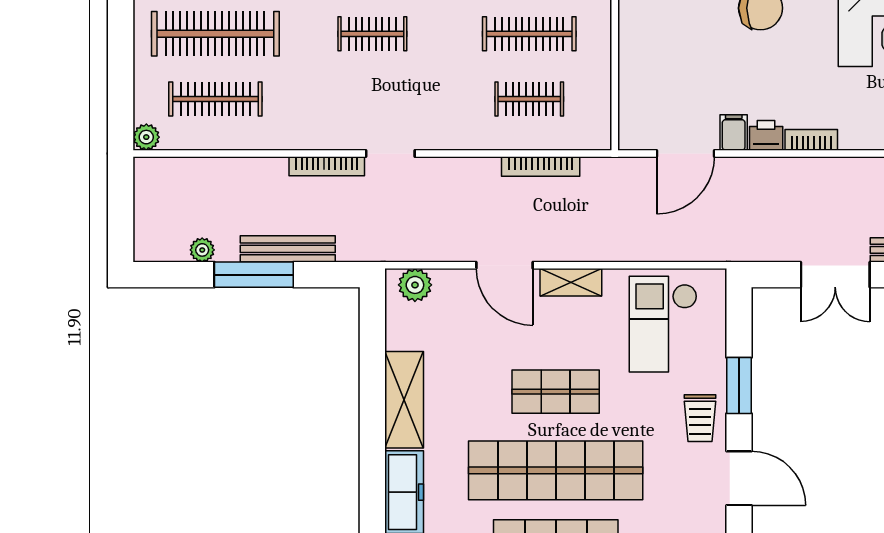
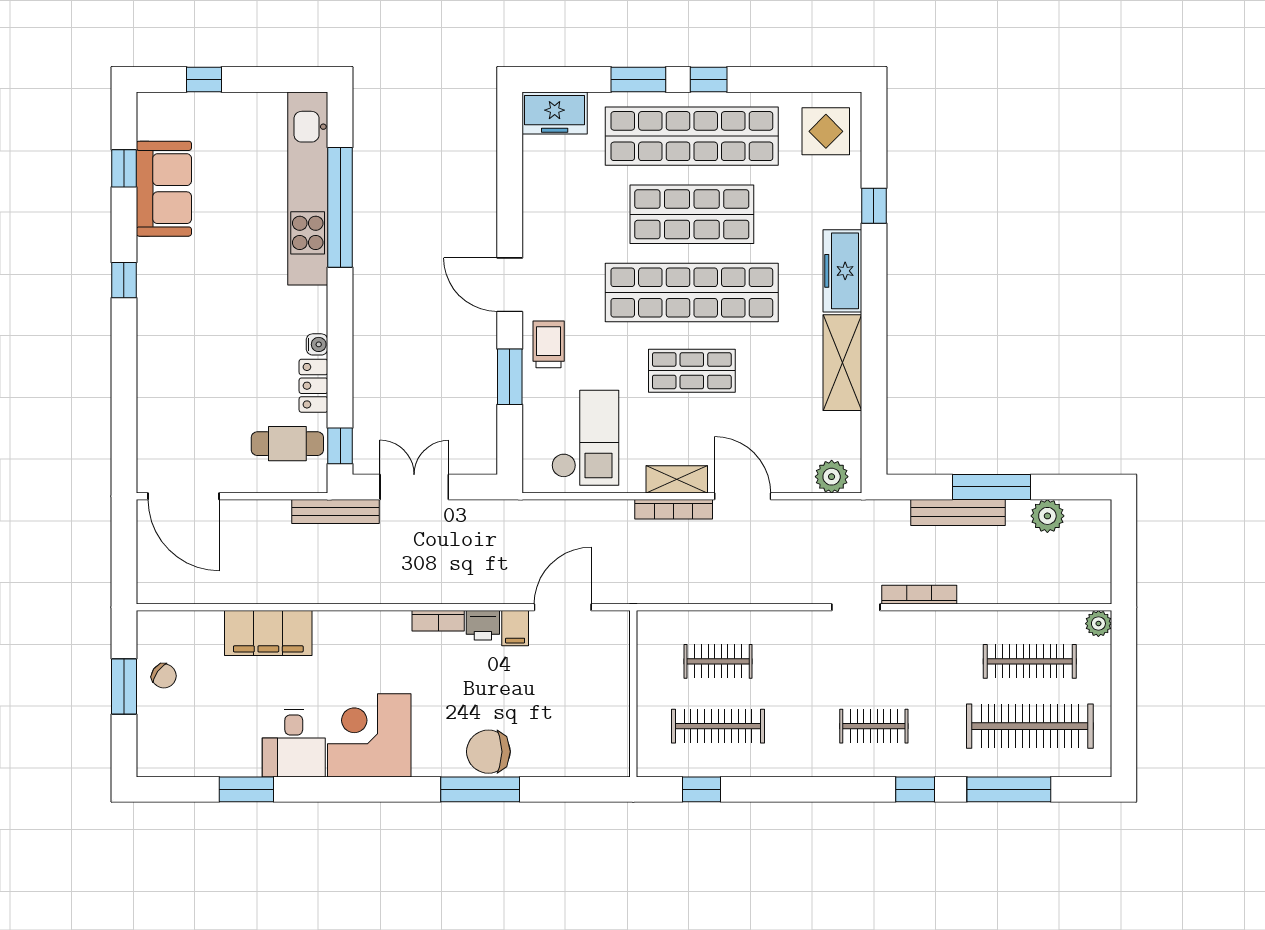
bookcase: (541, 166) -> (674, 509), moved, turned 180
plant: (202, 250) -> (1047, 516), width x1.38, depth x1.38

